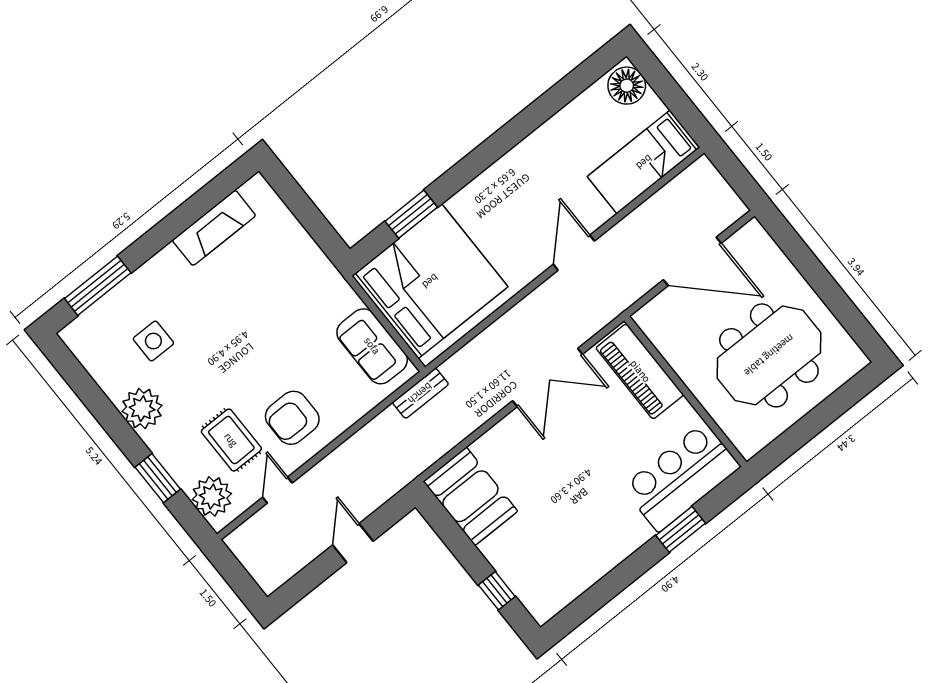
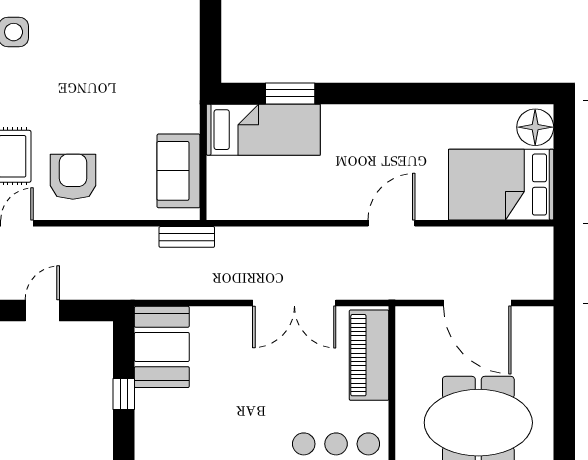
bed: (644, 162) -> (501, 185), width x1.50
bed: (430, 281) -> (263, 130), width x0.49
armchair: (292, 418) -> (73, 177), turned 90
window: (497, 591) -> (124, 394), moved

